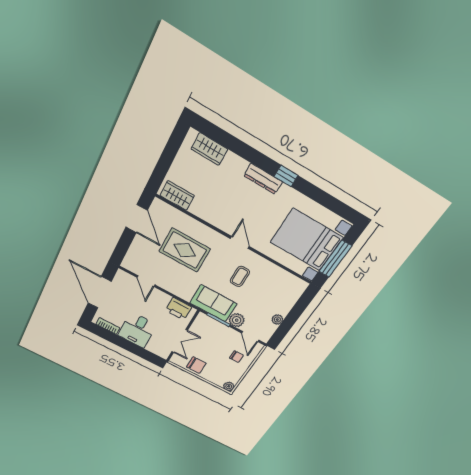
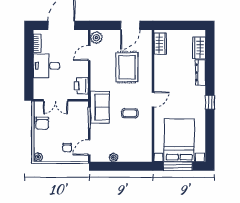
dresser: (263, 179) -> (200, 72), moved
plant: (237, 320) -> (96, 38), moved

